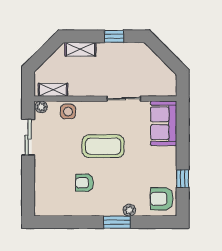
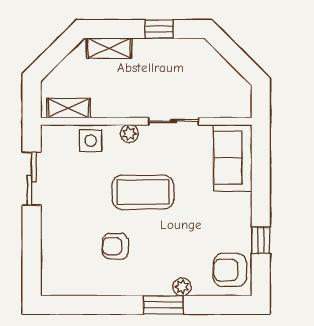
plant: (41, 107) -> (129, 134), moved

